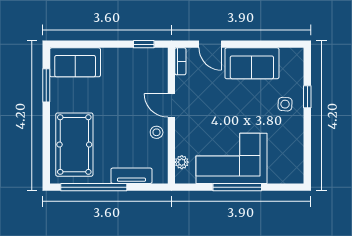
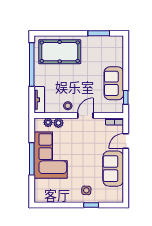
sofa: (75, 62) -> (114, 83), moved
plant: (182, 147) -> (58, 123), added
tv unit: (131, 176) -> (39, 100), moved

